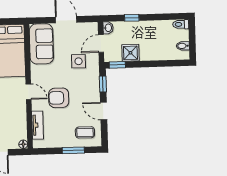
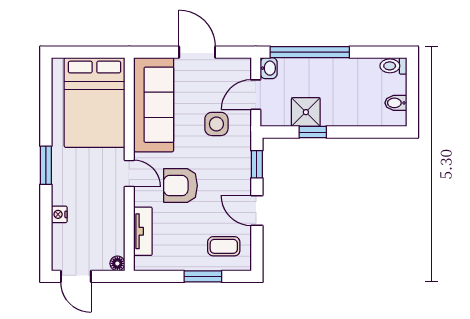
window: (132, 18) -> (310, 52), width x3.17
sofa: (41, 44) -> (154, 105), width x1.36
window: (117, 65) -> (313, 132), moved

